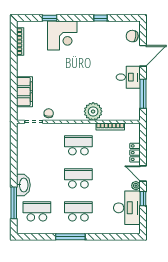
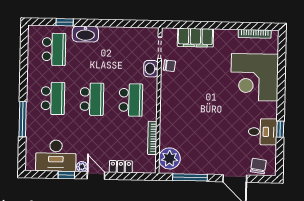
window: (50, 18) -> (282, 69), removed
corner desk: (62, 36) -> (255, 77), width x1.36, depth x1.36
desk: (128, 77) -> (263, 132), moved, turned -90
plant: (93, 111) -> (169, 158), moved
washbasin: (52, 129) -> (151, 69), added
door: (143, 174) -> (96, 176), hinge flipped
window: (14, 203) -> (65, 22), width x0.46
window: (70, 237) -> (23, 119), moved

